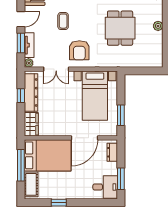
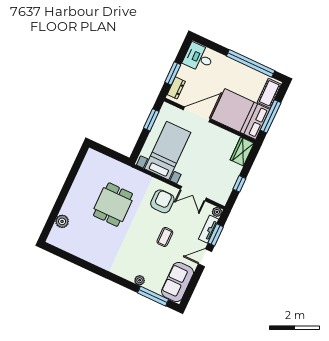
plant: (158, 26) -> (75, 190), removed
double door: (56, 69) -> (193, 194), swing flipped
dresser: (31, 92) -> (228, 182), removed
window: (121, 179) -> (173, 73), moved
window: (59, 203) -> (251, 63), width x3.17

